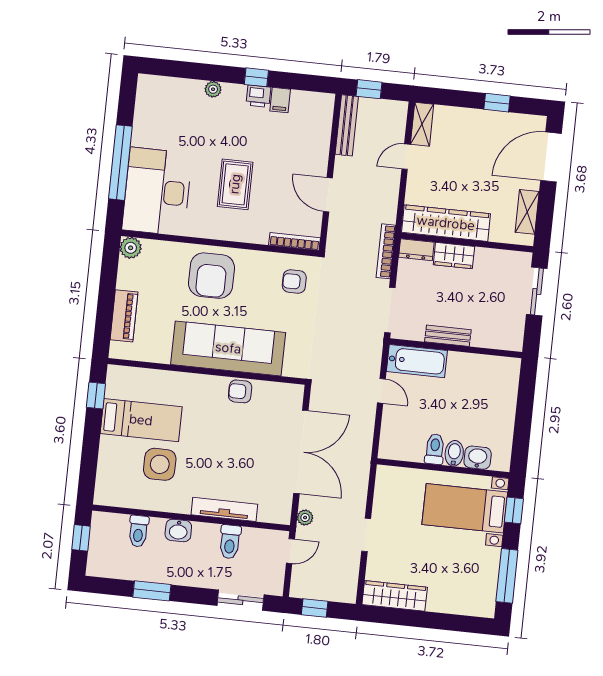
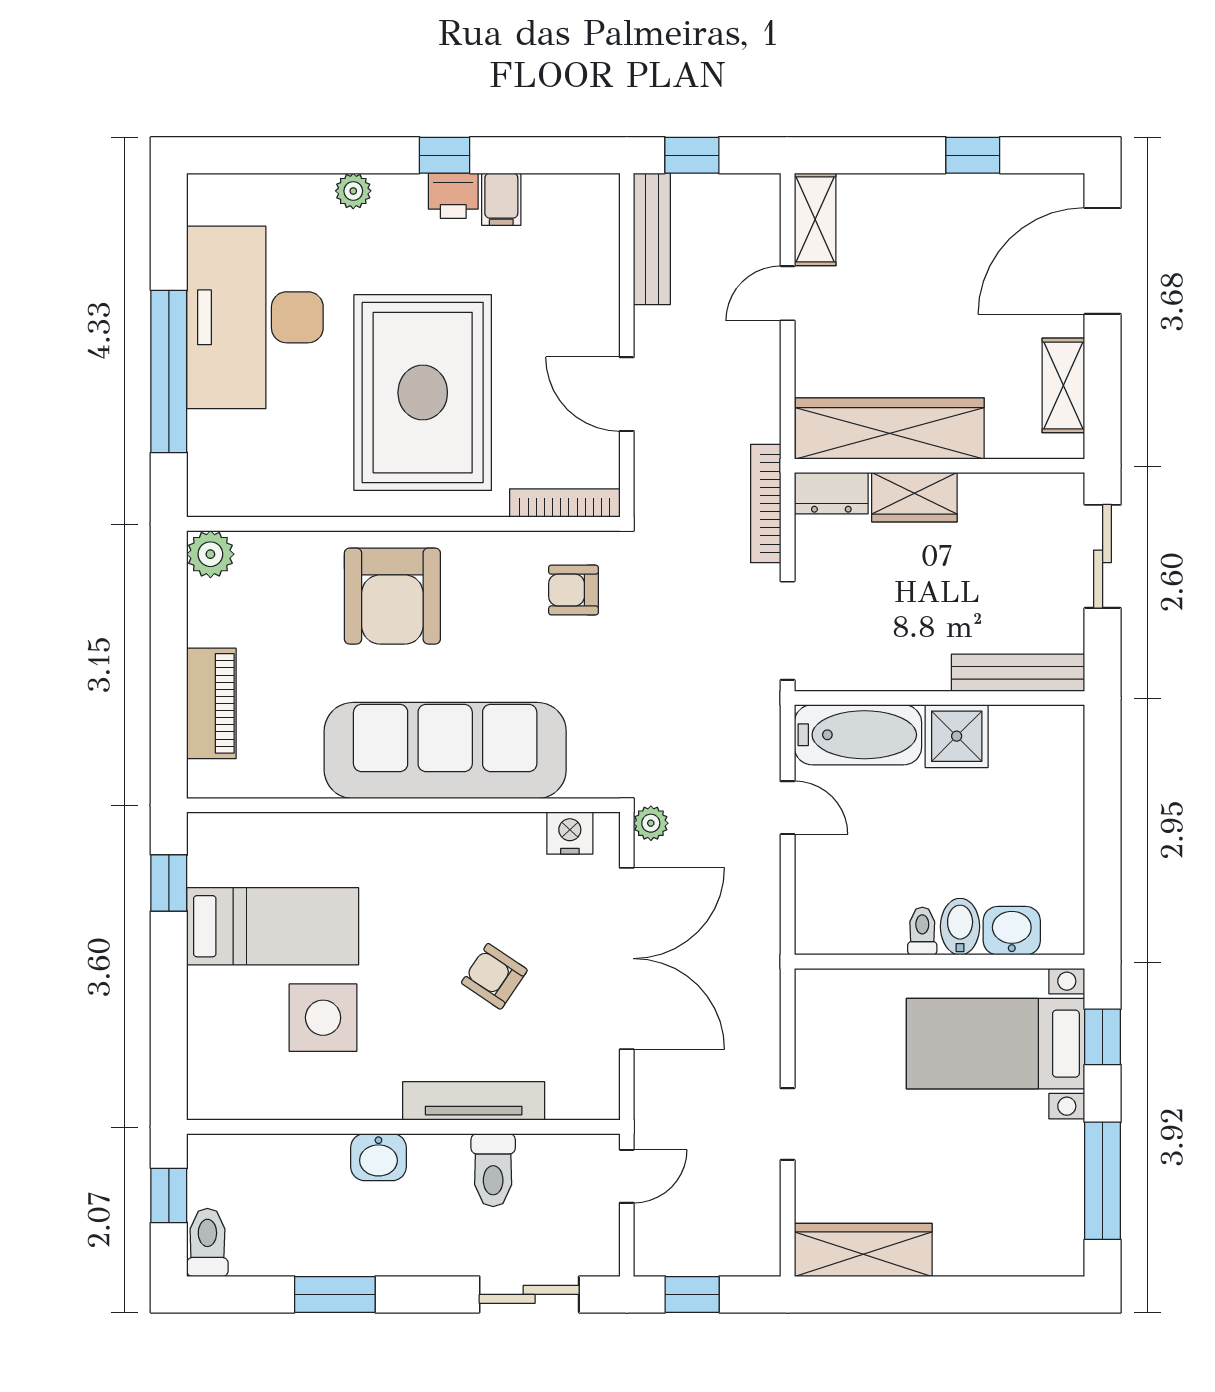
rug: (235, 184) -> (423, 393), width x1.86, depth x2.06
desk: (157, 192) -> (255, 317), moved
bench: (448, 336) -> (1018, 673), moved, width x1.36
shower: (462, 366) -> (957, 736), added
armchair: (240, 391) -> (494, 976), moved, turned 34
nightstand: (281, 392) -> (570, 833), added
toilet: (435, 449) -> (922, 931), width x0.73, depth x0.72
plant: (305, 518) -> (651, 823), moved
toilet: (138, 531) -> (207, 1242), moved, turned 180

